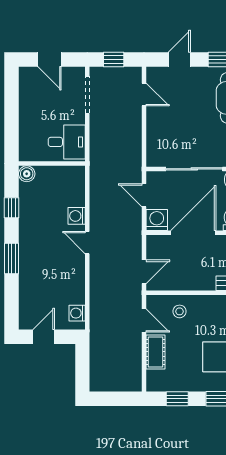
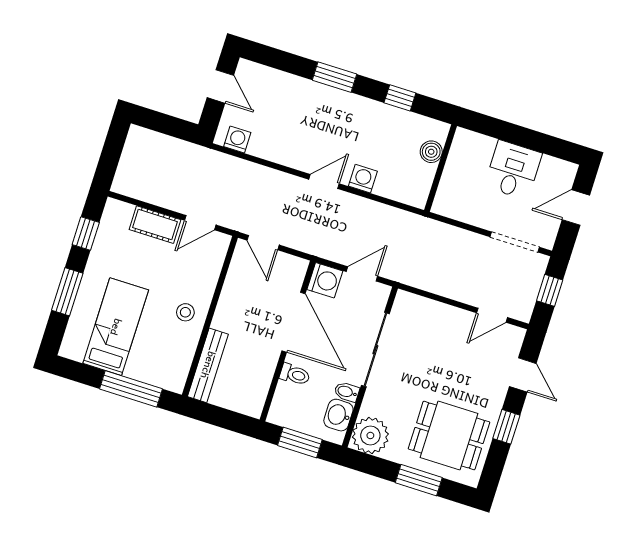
desk: (67, 142) -> (513, 170), moved, turned 180
boiler: (27, 174) -> (431, 152), moved
stool: (180, 311) -> (185, 312), moved

